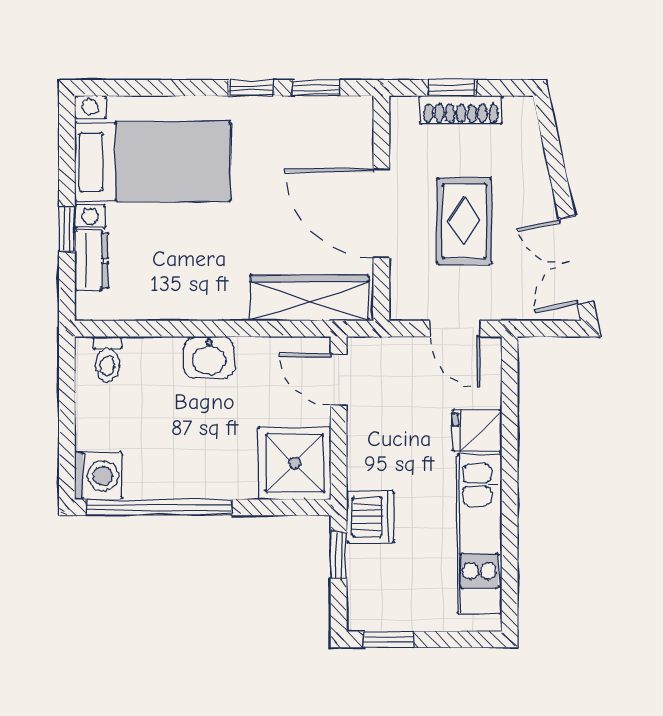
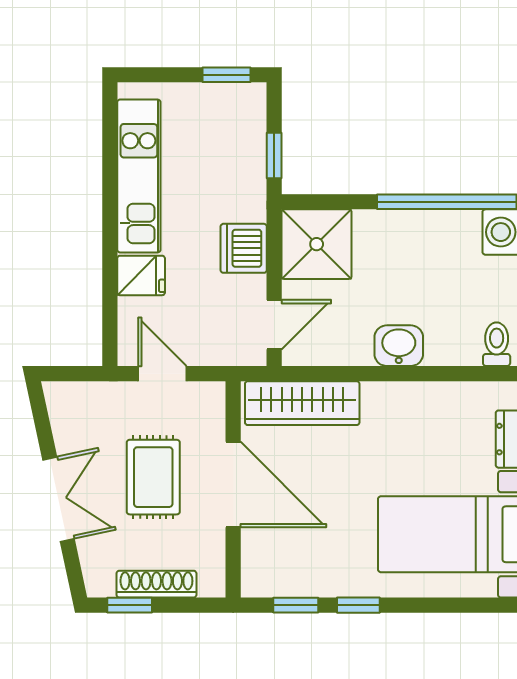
window: (452, 88) -> (130, 605), moved
double door: (576, 260) -> (59, 499), moved
door: (339, 379) -> (274, 325), hinge flipped
dishwasher: (370, 517) -> (244, 248), moved

